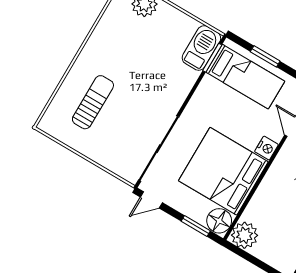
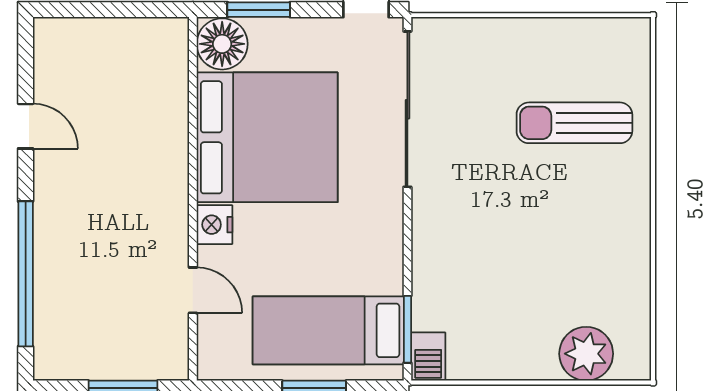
barbecue: (201, 48) -> (428, 357), width x0.53, depth x0.65
sun lounger: (93, 102) -> (574, 123), turned 90
plant: (244, 235) -> (161, 45), removed

